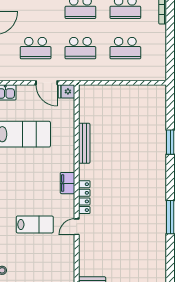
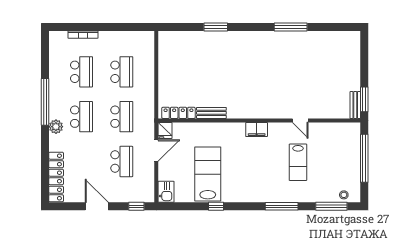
bench: (84, 143) -> (211, 113), width x0.73
locker: (84, 197) -> (178, 113), moved
lab bench: (35, 224) -> (298, 162), turned 180

